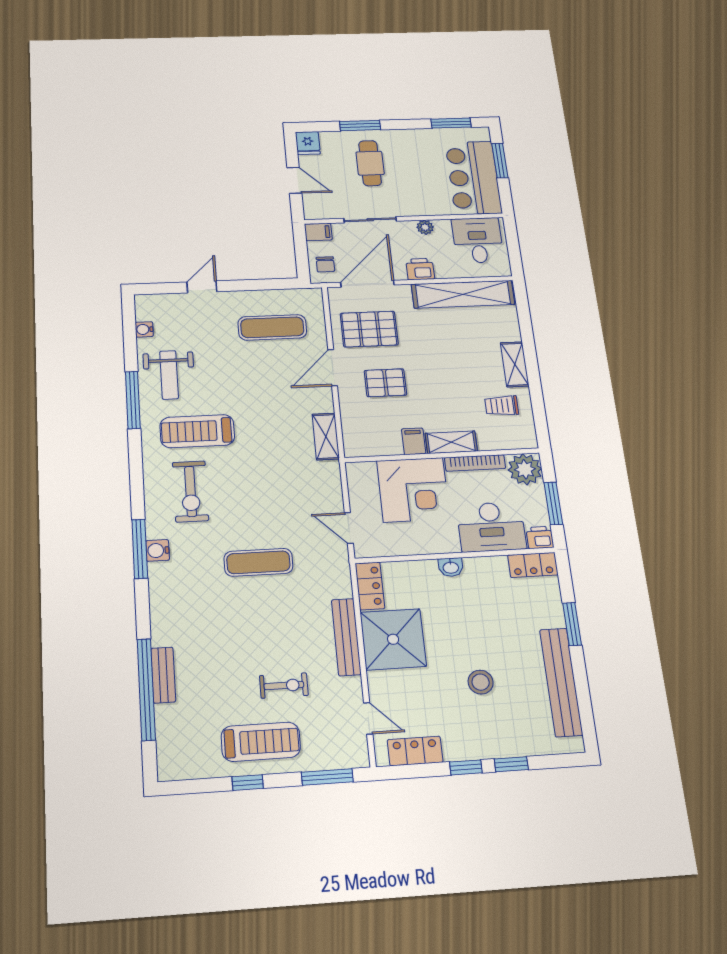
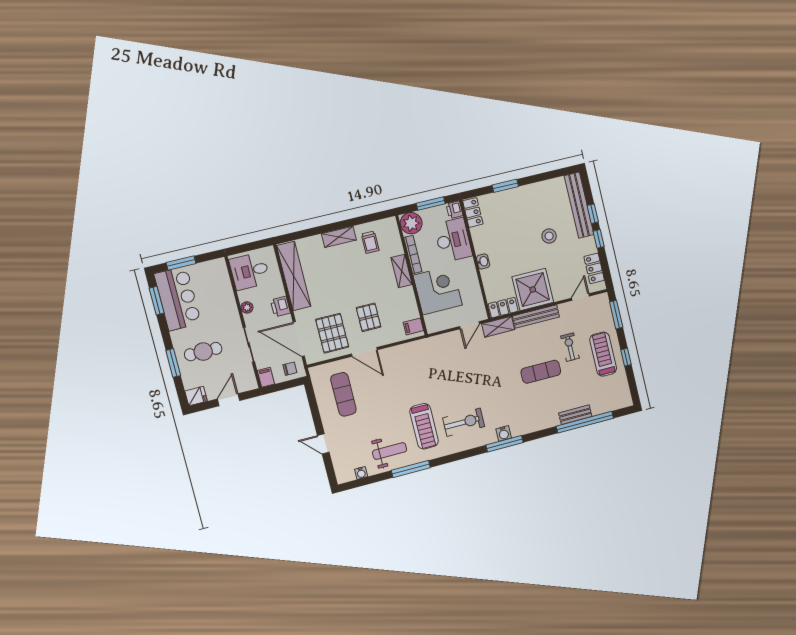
bar counter: (473, 178) -> (178, 299), moved, turned -90
shelving: (326, 437) -> (498, 327), moved
filing cabinet: (414, 441) -> (413, 326), moved
exercise mat: (258, 562) -> (541, 372), moved, turned 90
bench: (561, 682) -> (579, 205), moved, turned 90

